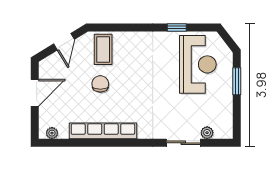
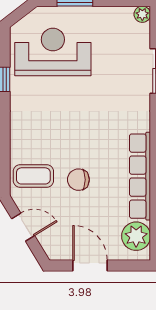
plant: (52, 133) -> (136, 236), width x1.88, depth x1.88
plant: (207, 133) -> (142, 14), moved

